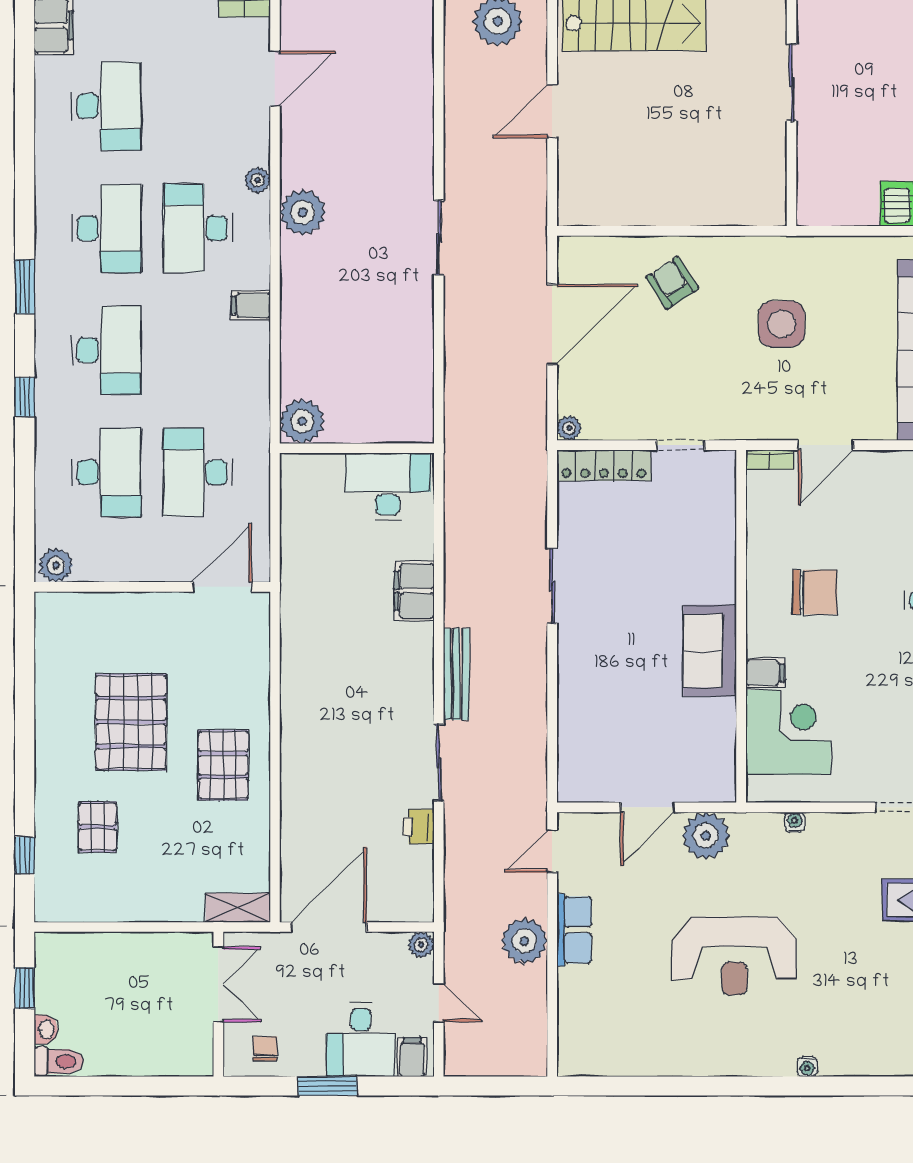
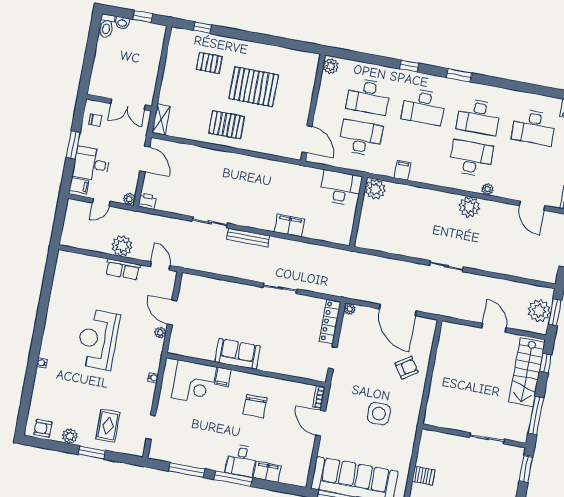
filing cabinet: (251, 305) -> (402, 170), moved
desk: (388, 487) -> (341, 188), moved, turned -90
printer: (418, 827) -> (147, 201), moved
plant: (706, 836) -> (160, 333), width x0.53, depth x0.53
door: (329, 927) -> (145, 159), width x0.73

